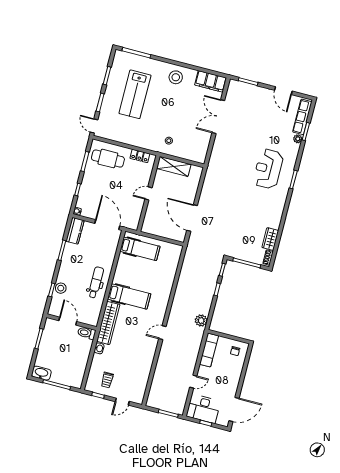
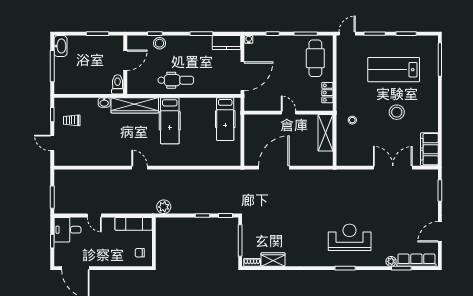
stool: (176, 77) -> (397, 112), moved
desk: (203, 409) -> (67, 230), width x0.73

